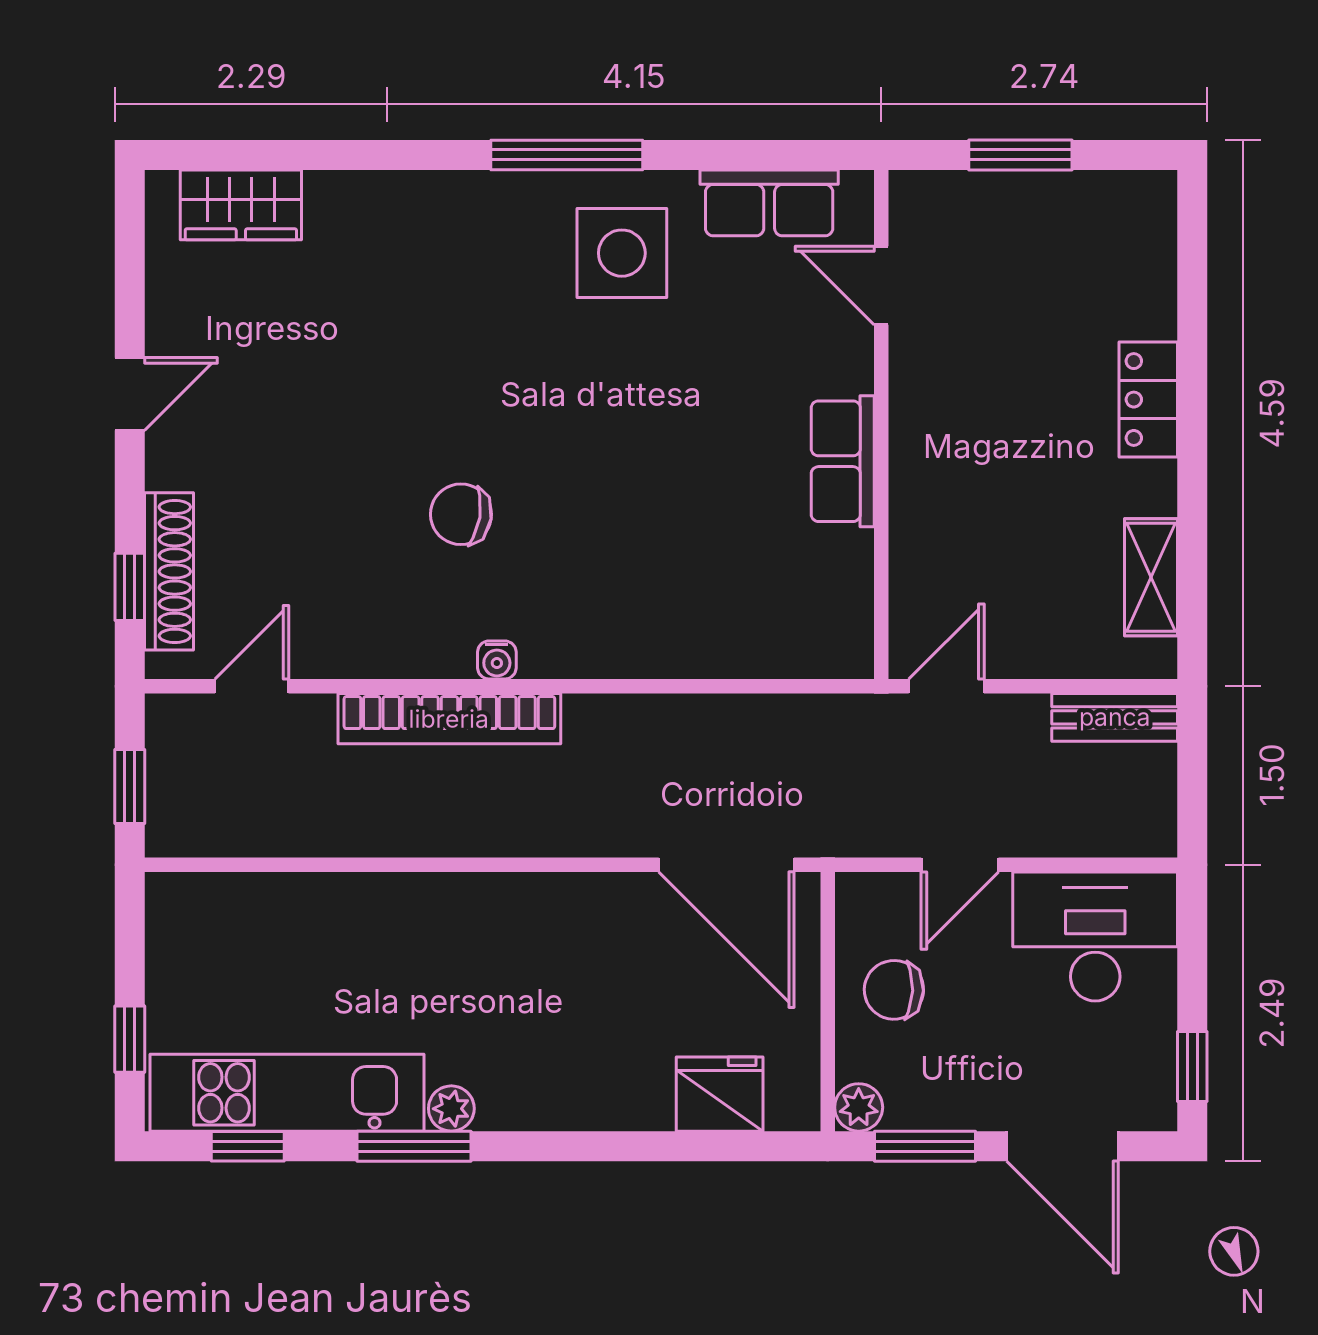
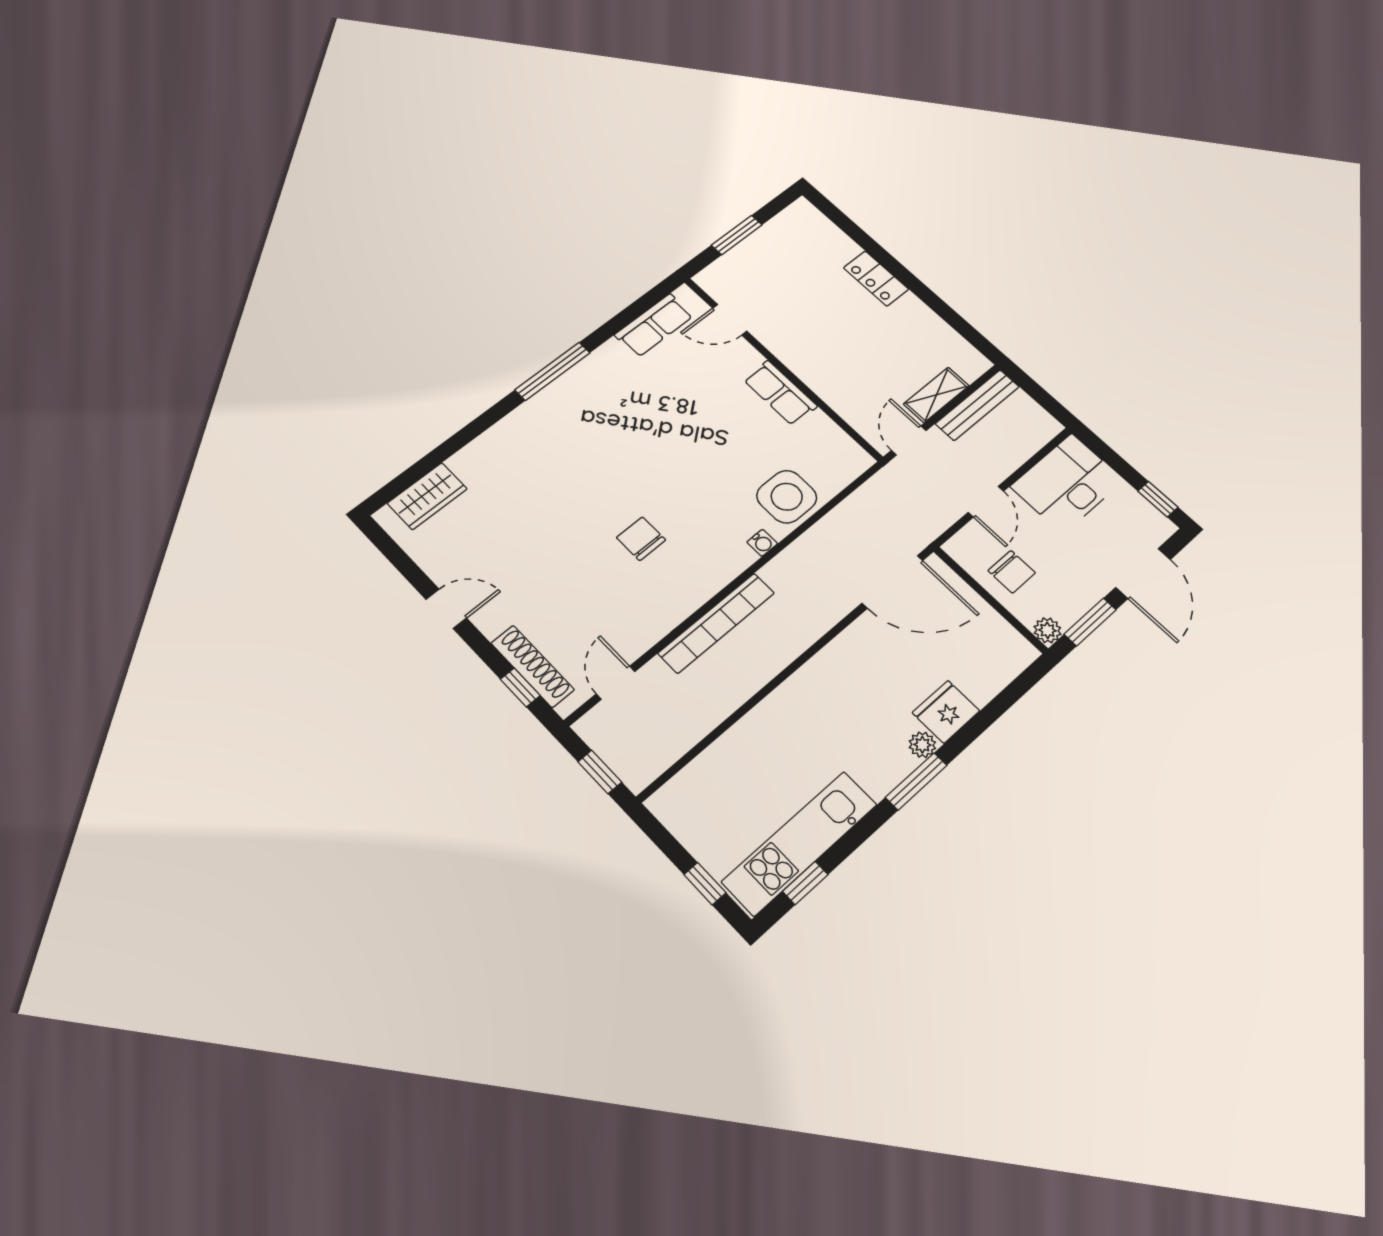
side table: (622, 253) -> (787, 497), moved
door: (130, 394) -> (446, 609), hinge flipped
chair: (461, 514) -> (641, 539), turned 81
shelving: (1151, 577) -> (936, 395), moved, turned 90
water cooler: (497, 660) -> (762, 543), moved
bench: (1115, 717) -> (977, 405), width x1.36
chair: (894, 990) -> (1012, 572), turned -92
fridge: (720, 1094) -> (946, 712), moved
plant: (451, 1109) -> (922, 745), moved
window: (414, 1146) -> (916, 781), moved
door: (1063, 1146) -> (1143, 573), hinge flipped

